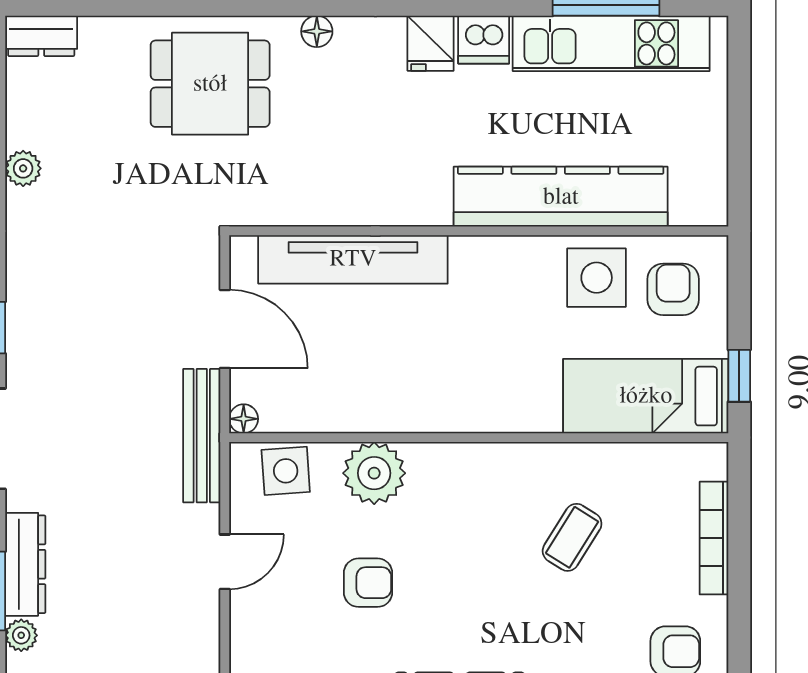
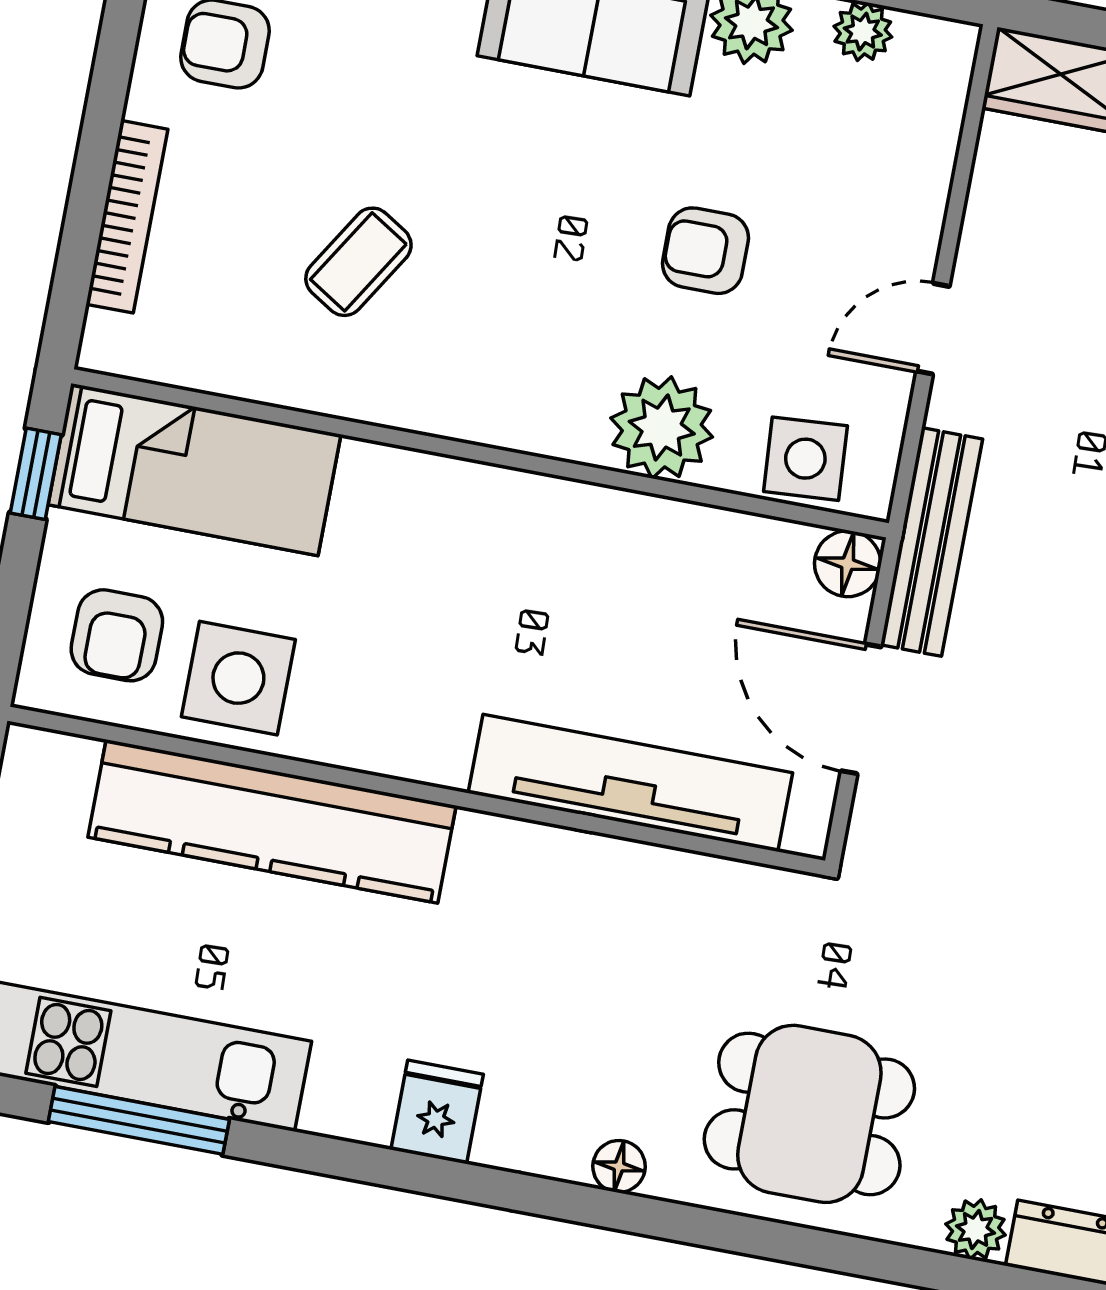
plant: (99, 34) -> (976, 1229), added
dishwasher: (484, 40) -> (349, 1102), removed
floor lamp: (244, 419) -> (848, 564), width x1.37, depth x1.37

